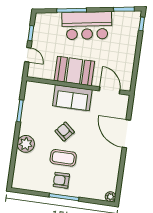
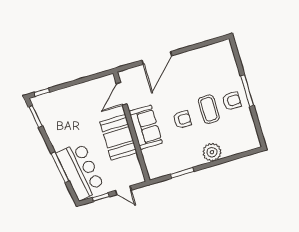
bar counter: (87, 26) -> (80, 171), moved
door: (28, 55) -> (123, 190), swing flipped
armchair: (65, 132) -> (182, 120), turned -131
armchair: (61, 180) -> (232, 101), turned -90
plant: (110, 197) -> (226, 45), removed

